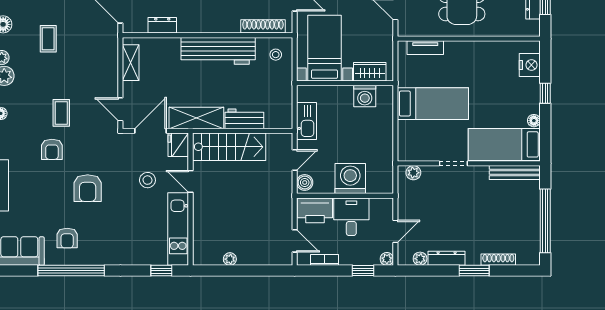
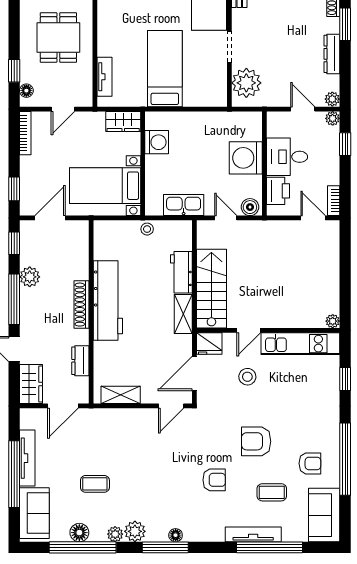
shoe rack: (263, 26) -> (82, 305), moved
stool: (276, 55) -> (147, 229), moved
wardrobe: (370, 72) -> (123, 121), moved, turned -90
coffee table: (61, 113) -> (272, 492), moved
shelving: (196, 118) -> (183, 314), width x0.67, depth x0.75
door: (150, 131) -> (194, 374), hinge flipped
plant: (413, 173) -> (246, 83), width x1.87, depth x1.87
armchair: (88, 188) -> (256, 441), turned 180
printer: (315, 210) -> (278, 191), width x0.73, depth x0.84
door: (295, 241) -> (313, 218), hinge flipped
plant: (230, 259) -> (333, 321), moved
plant: (420, 259) -> (332, 99), moved
bookcase: (325, 260) -> (334, 201), moved
window: (161, 271) -> (345, 379), moved

